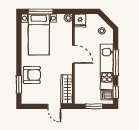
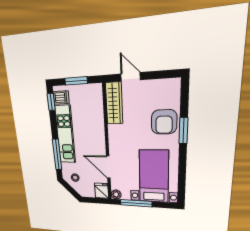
window: (41, 11) -> (136, 203), moved
door: (73, 54) -> (108, 167), moved
window: (116, 63) -> (57, 155), moved
armchair: (32, 75) -> (164, 122), turned -90
window: (19, 85) -> (183, 131), moved

